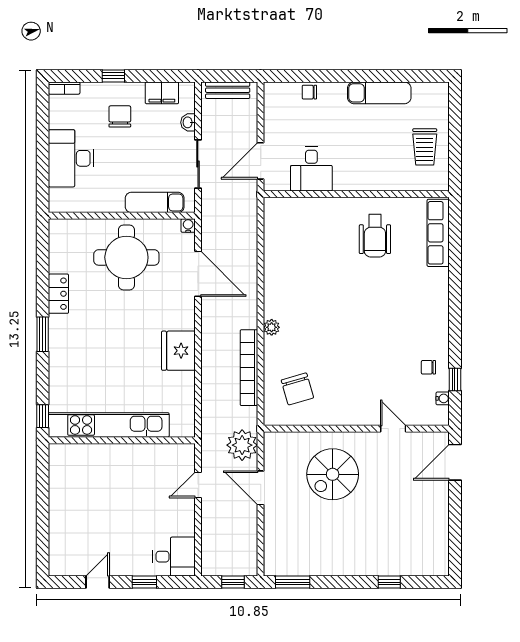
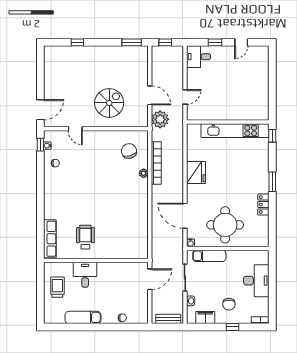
desk: (311, 169) -> (85, 275), moved
plant: (272, 327) -> (144, 173), moved
window: (455, 379) -> (40, 145), moved

